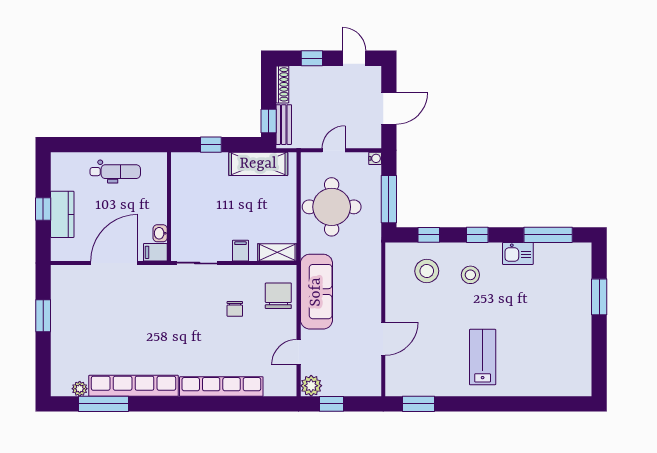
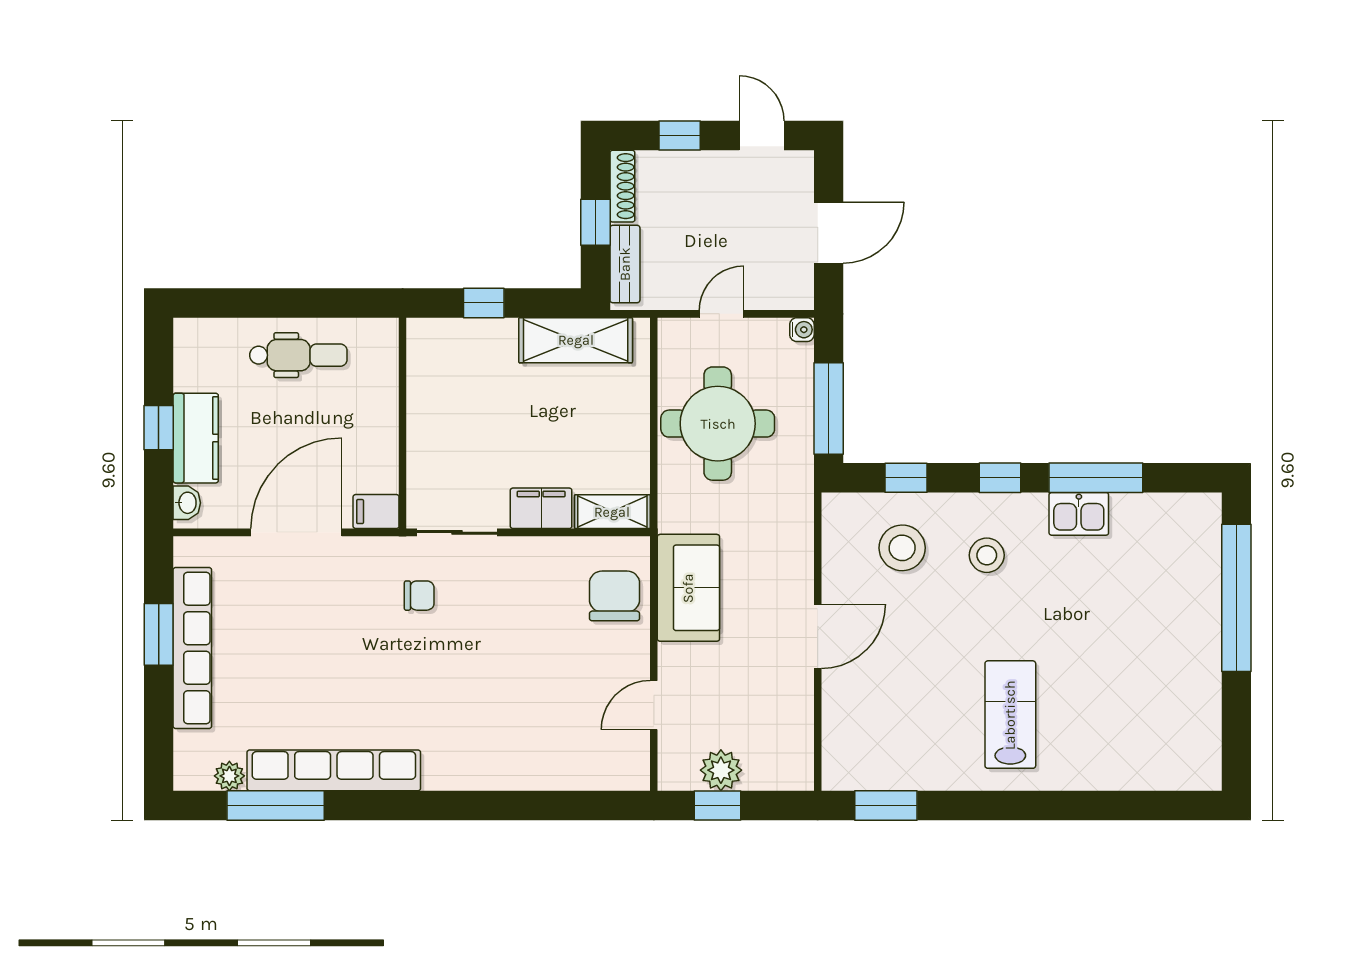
window: (269, 121) -> (596, 222), moved
washbasin: (160, 233) -> (187, 503), moved, turned 180
window: (548, 235) -> (1096, 478), moved
filing cabinet: (240, 251) -> (541, 508), width x2.00
sofa: (316, 292) -> (688, 588), width x0.73
window: (599, 297) -> (1236, 598), width x2.11
chair: (235, 309) -> (419, 596), moved, turned -90
door: (383, 339) -> (818, 636), moved
plant: (311, 386) -> (721, 770), moved
row of seats: (221, 387) -> (192, 648), moved, turned 90

